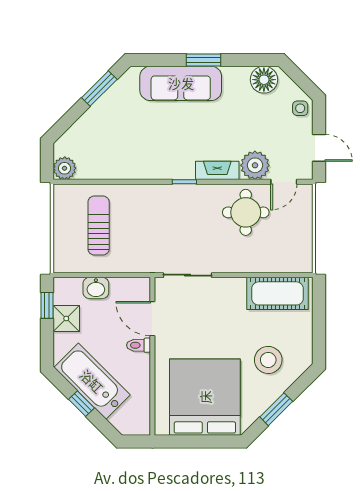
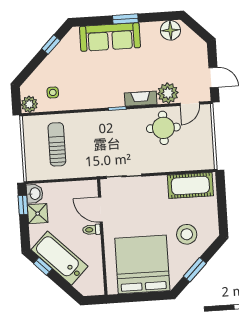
window: (99, 89) -> (51, 45), width x0.67
side table: (300, 108) -> (53, 92), moved
washbasin: (96, 288) -> (35, 194), moved, turned -90
window: (81, 404) -> (43, 266), moved

